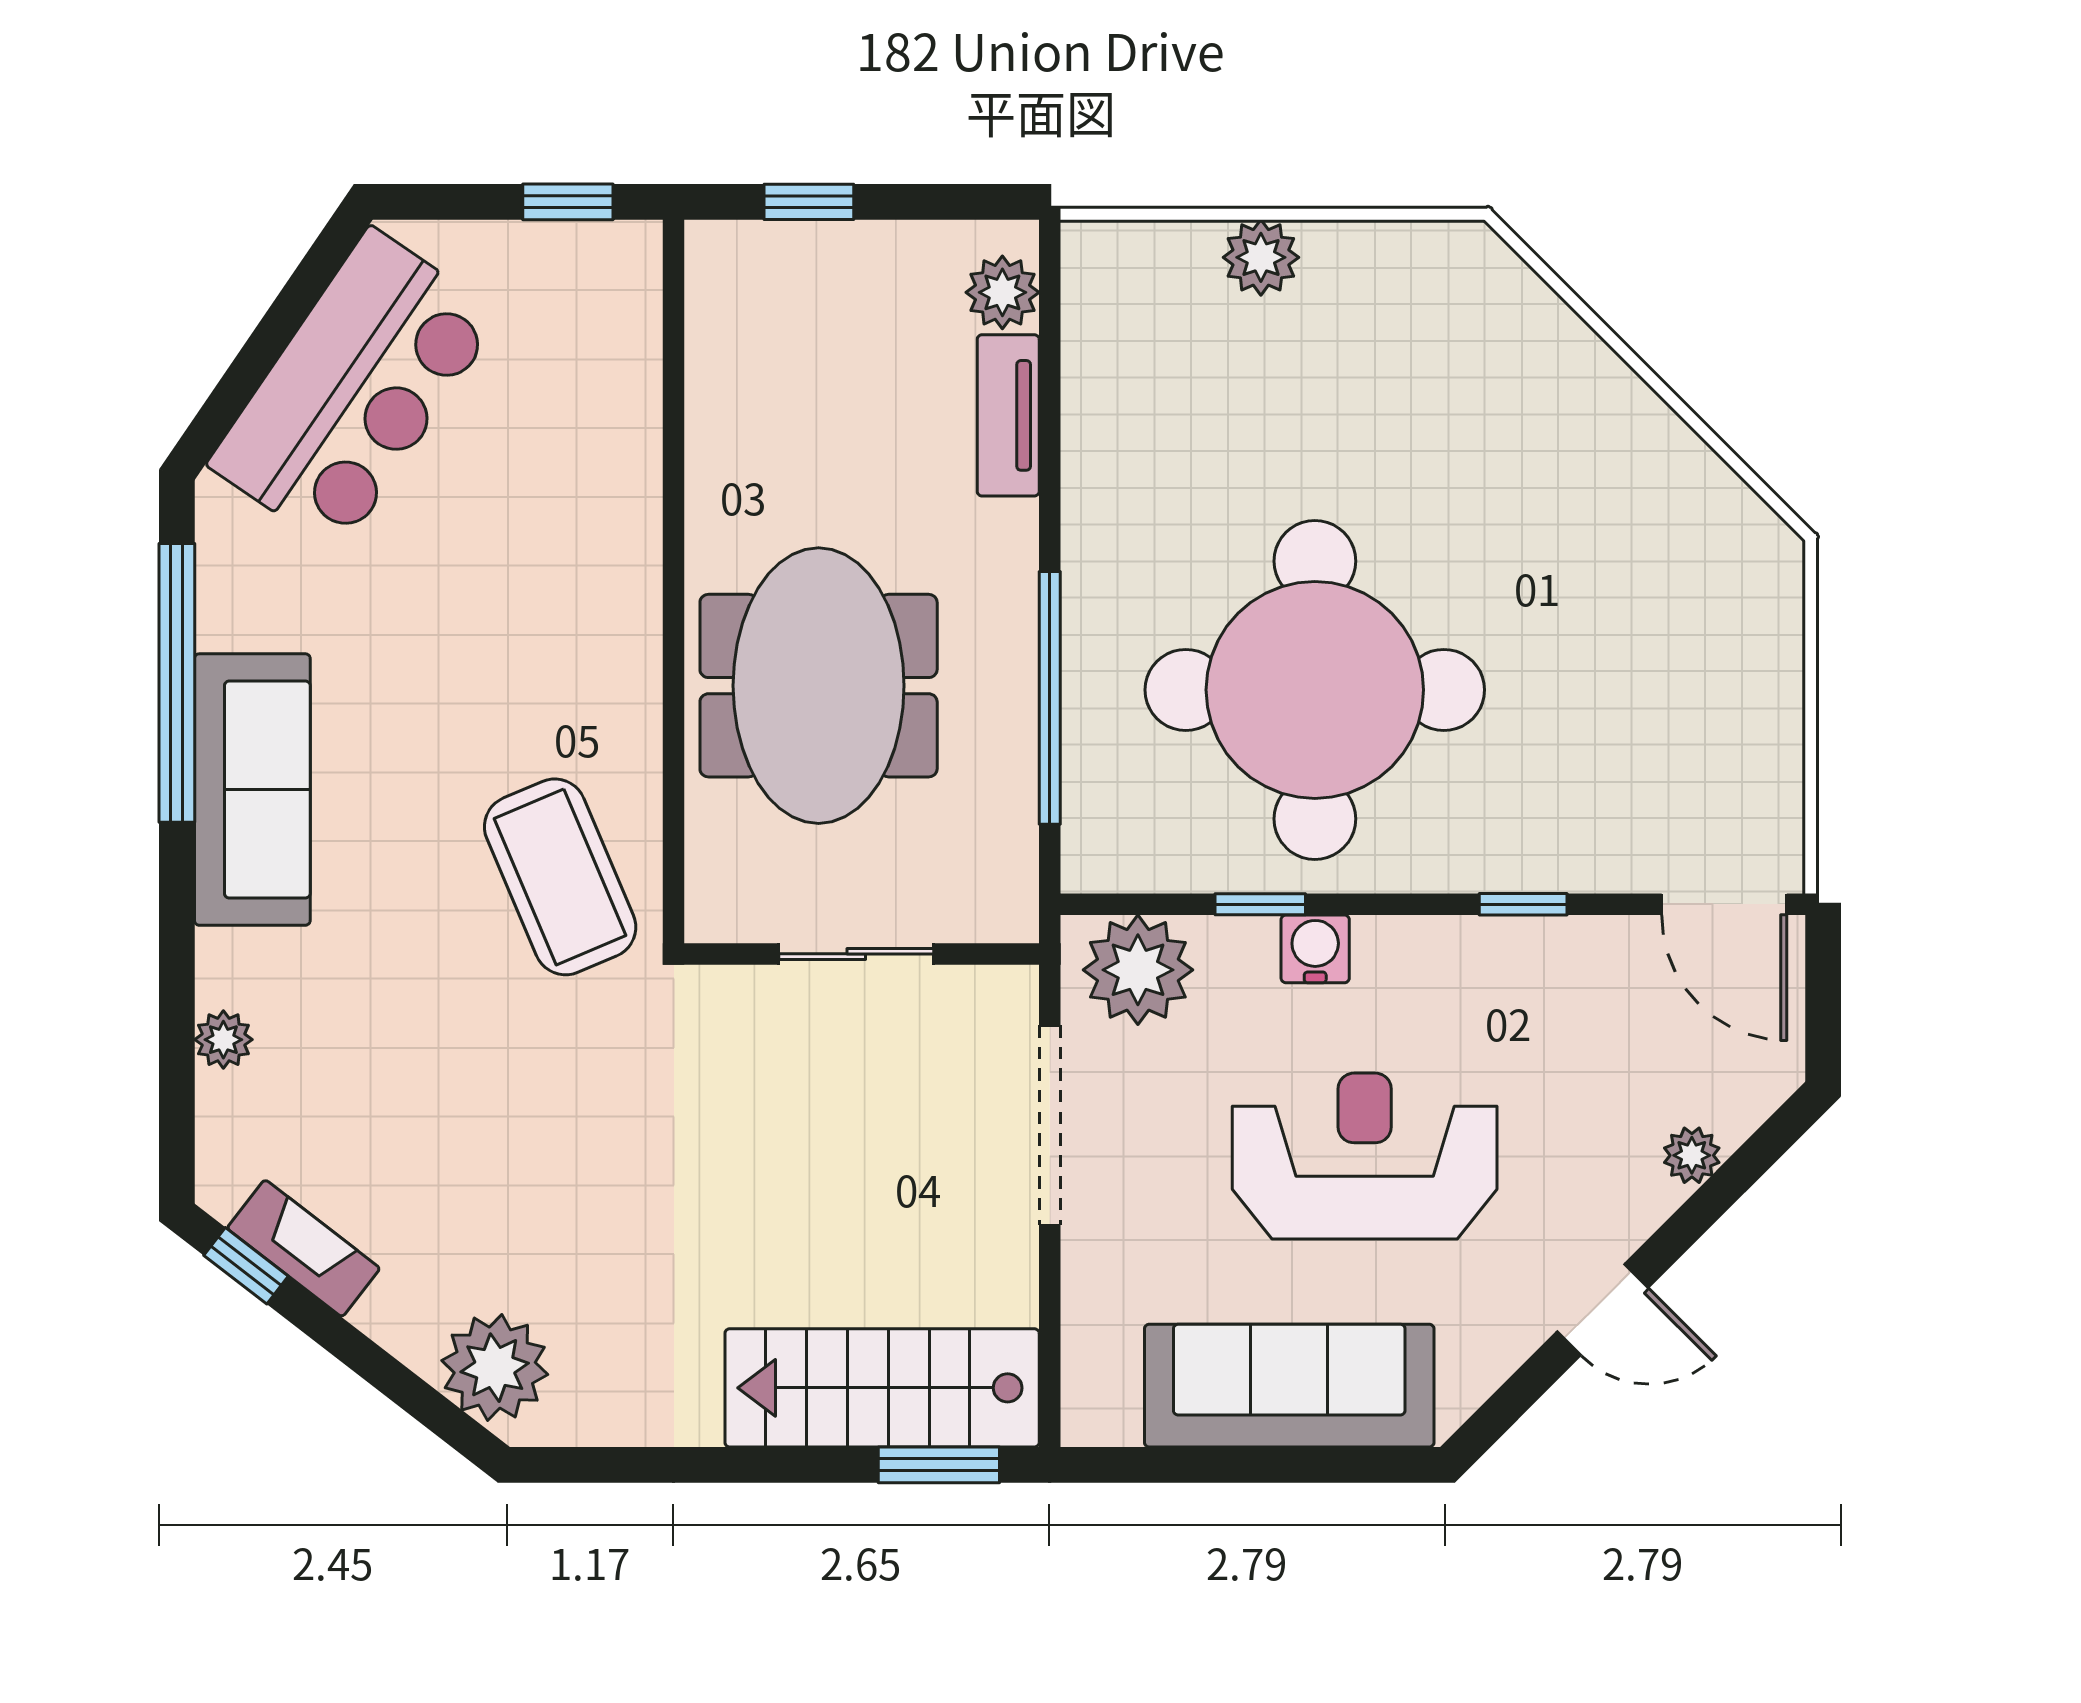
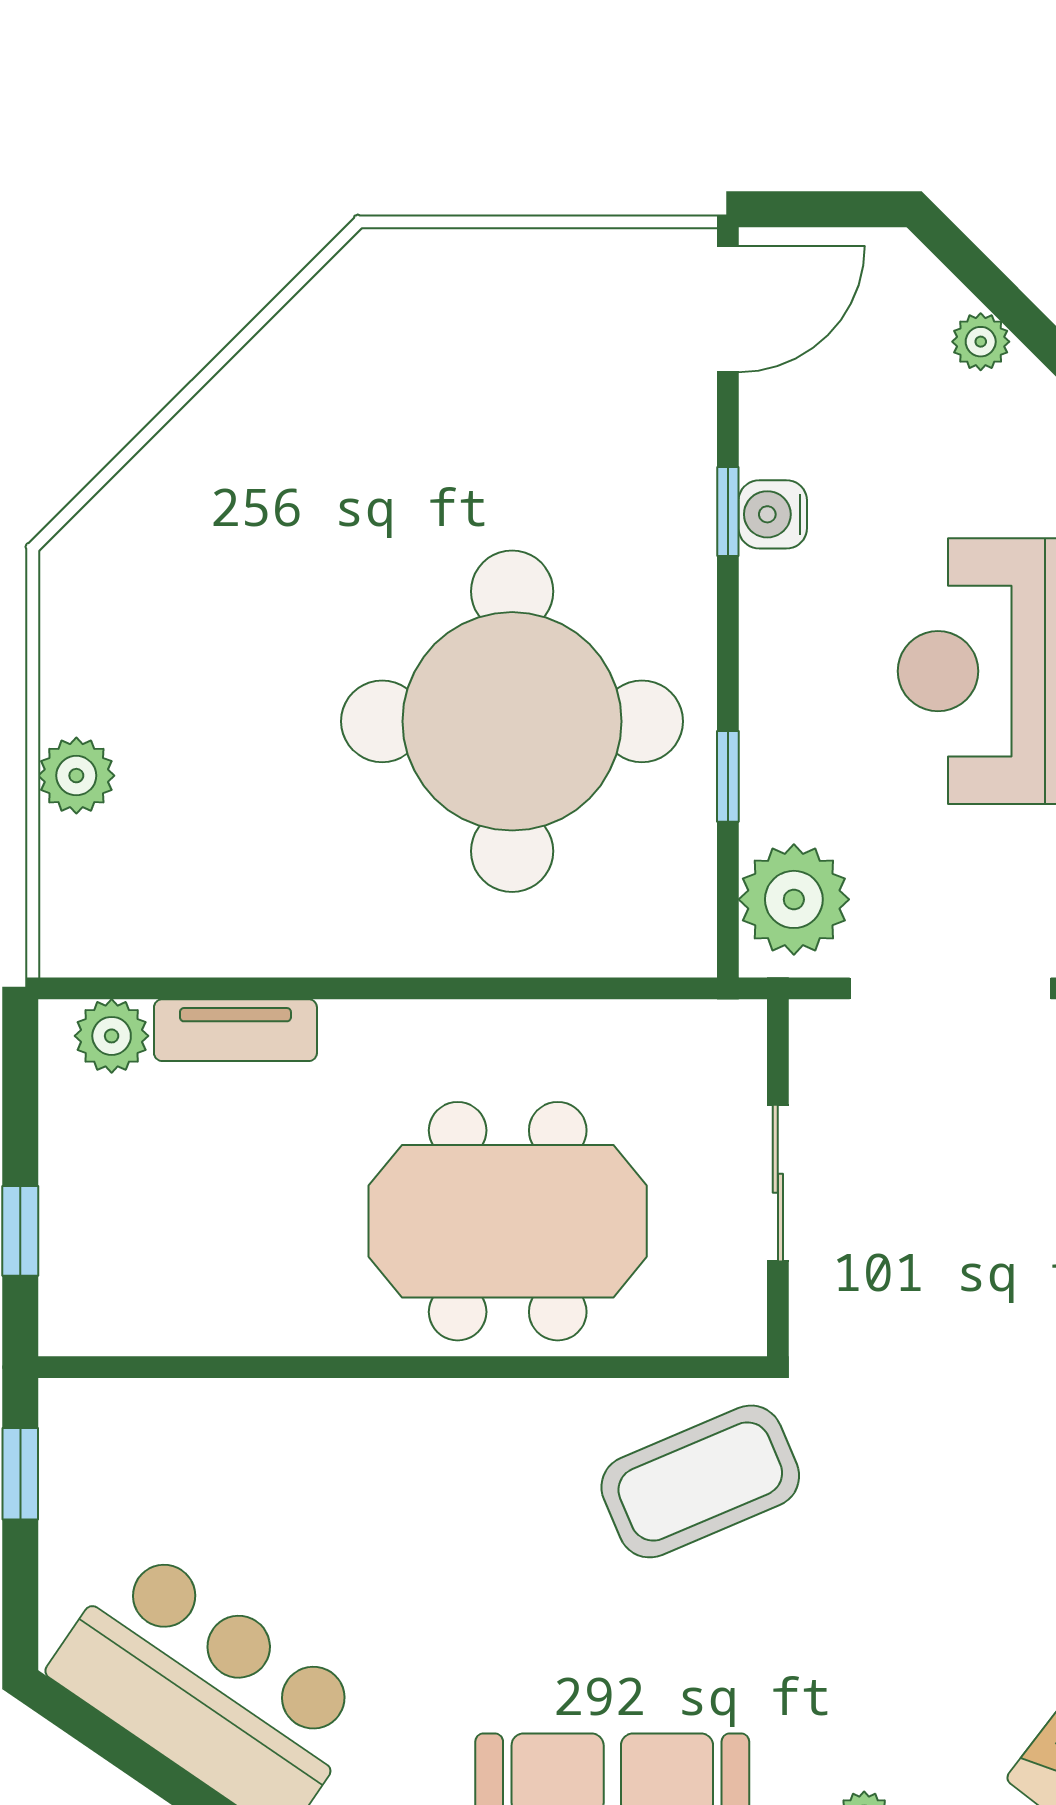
window: (1050, 698) -> (520, 988), removed
water cooler: (1315, 949) -> (773, 514), moved

